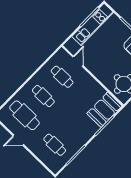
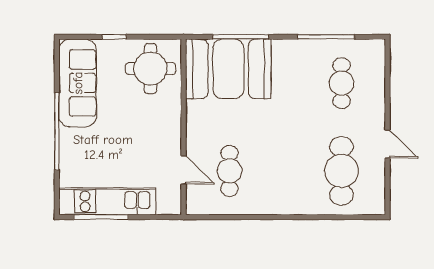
door: (78, 61) -> (184, 170), swing flipped
cafe table: (43, 96) -> (286, 171), removed
booth: (104, 110) -> (228, 69), width x1.36, depth x1.42

